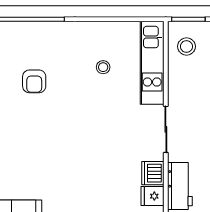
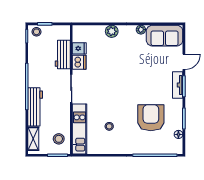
armchair: (34, 81) -> (151, 118), width x1.88, depth x1.88

